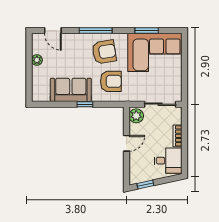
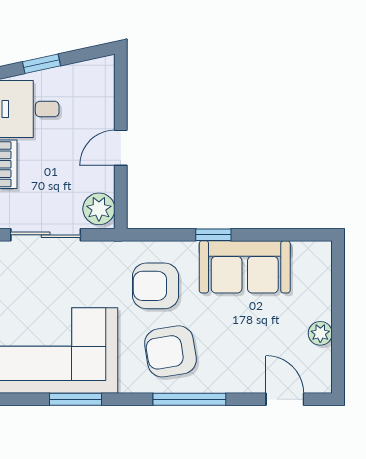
window: (145, 185) -> (42, 64), moved

